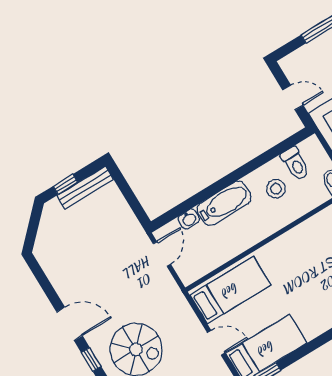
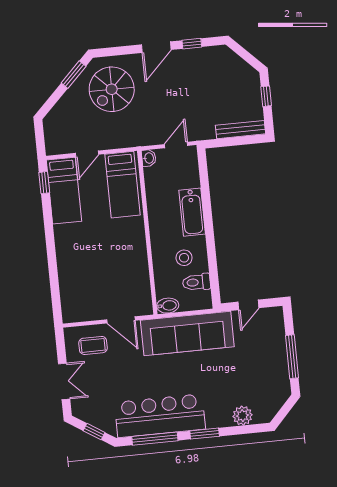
bench: (85, 187) -> (240, 130), moved, turned 90
washbasin: (189, 219) -> (149, 158), moved, turned 180
door: (162, 254) -> (176, 145), swing flipped
window: (91, 360) -> (192, 44), moved

